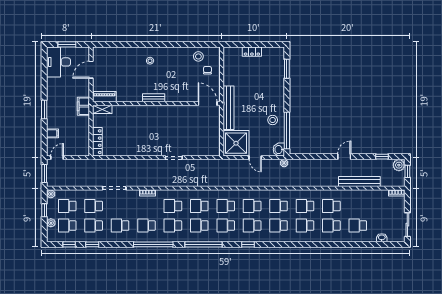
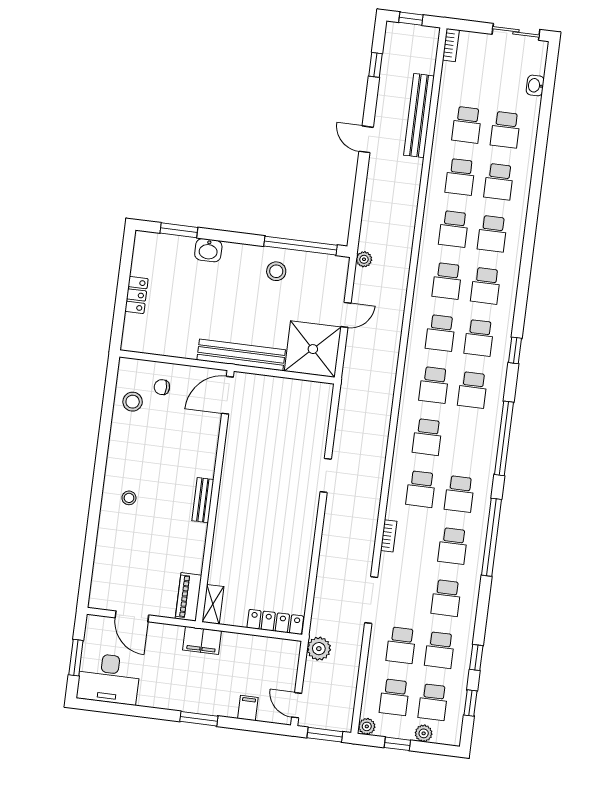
washbasin: (279, 150) -> (208, 250), moved
plant: (399, 165) -> (319, 649), moved
school desk: (199, 226) -> (467, 125), moved

